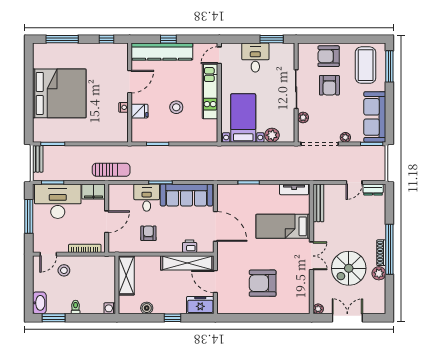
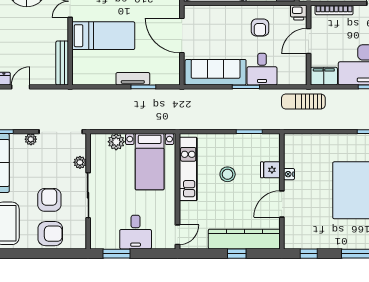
kitchen unit: (210, 91) -> (188, 169), moved
tv unit: (294, 189) -> (133, 79), moved
printer: (190, 246) -> (299, 13), moved

